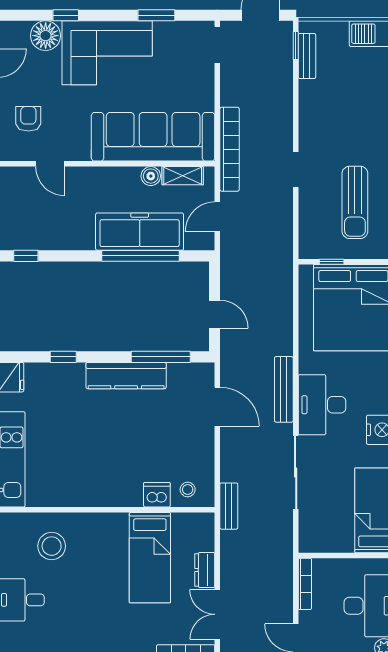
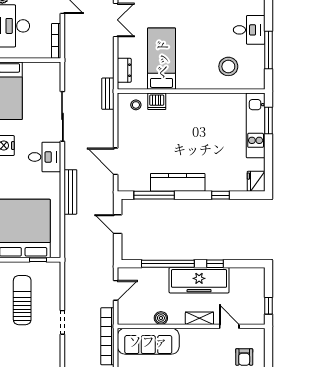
sofa: (153, 137) -> (148, 341), width x0.74, depth x0.79
shelving: (183, 176) -> (199, 318), moved
freezer: (140, 232) -> (199, 280), moved
window: (26, 256) -> (215, 264), moved
bench: (284, 389) -> (70, 192), moved
desk: (322, 405) -> (45, 157), width x0.73
dresser: (205, 570) -> (124, 70), moved

